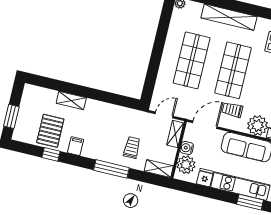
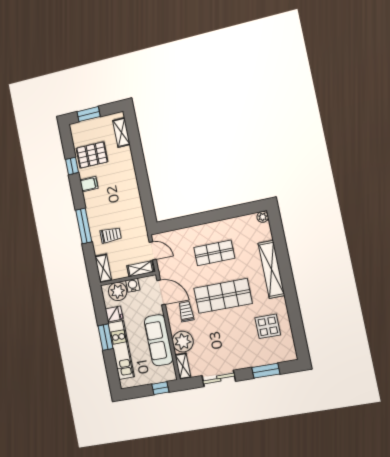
shop shelf: (192, 60) -> (214, 253), width x0.70, depth x0.74
shelving: (71, 100) -> (121, 132), moved
window: (250, 202) -> (106, 337), moved

